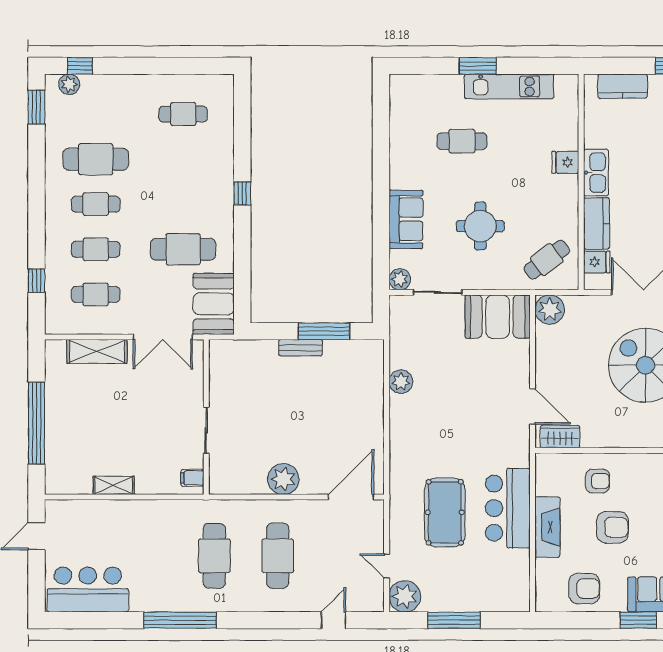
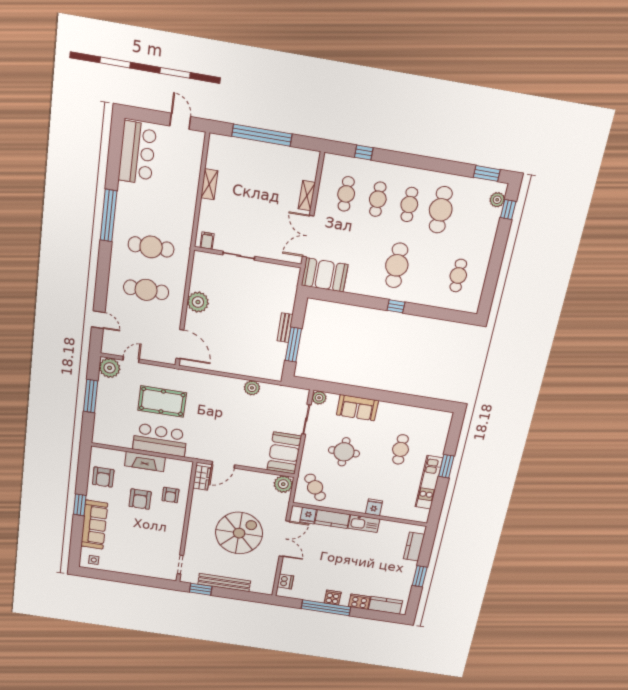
cafe table: (183, 249) -> (397, 265), moved
shelving: (97, 351) -> (307, 196), width x0.67, depth x0.75

